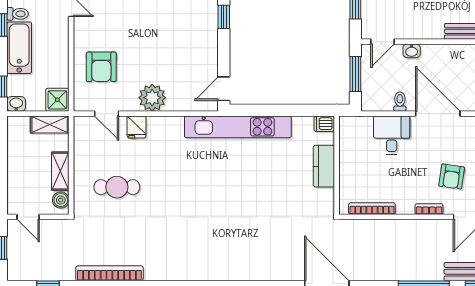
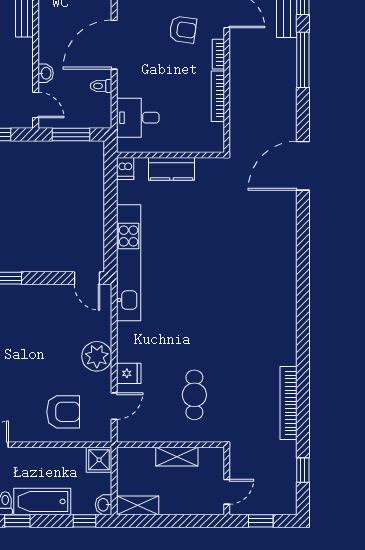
shelving: (50, 124) -> (138, 505), moved, turned 90
desk: (392, 135) -> (138, 118), moved
boiler: (61, 200) -> (208, 456), removed
bookcase: (372, 209) -> (218, 96), moved

